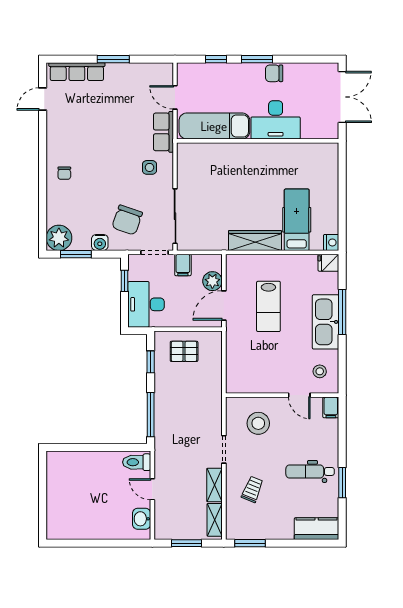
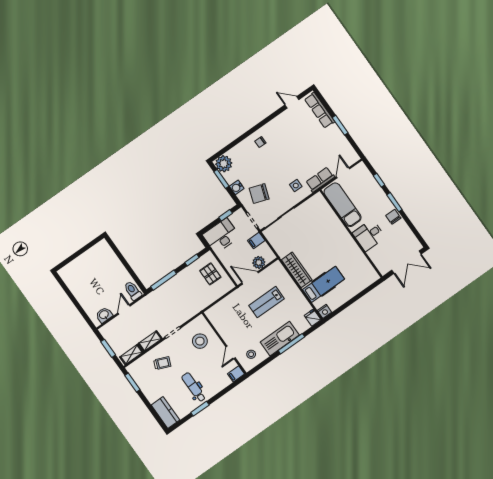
desk: (276, 120) -> (369, 235), width x0.73

